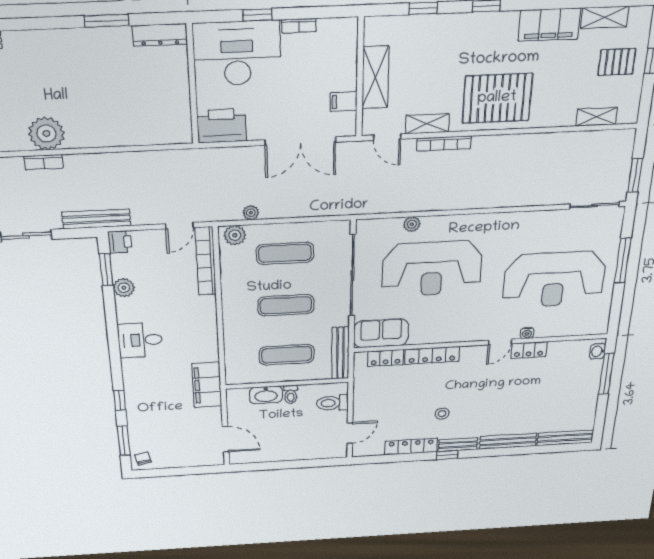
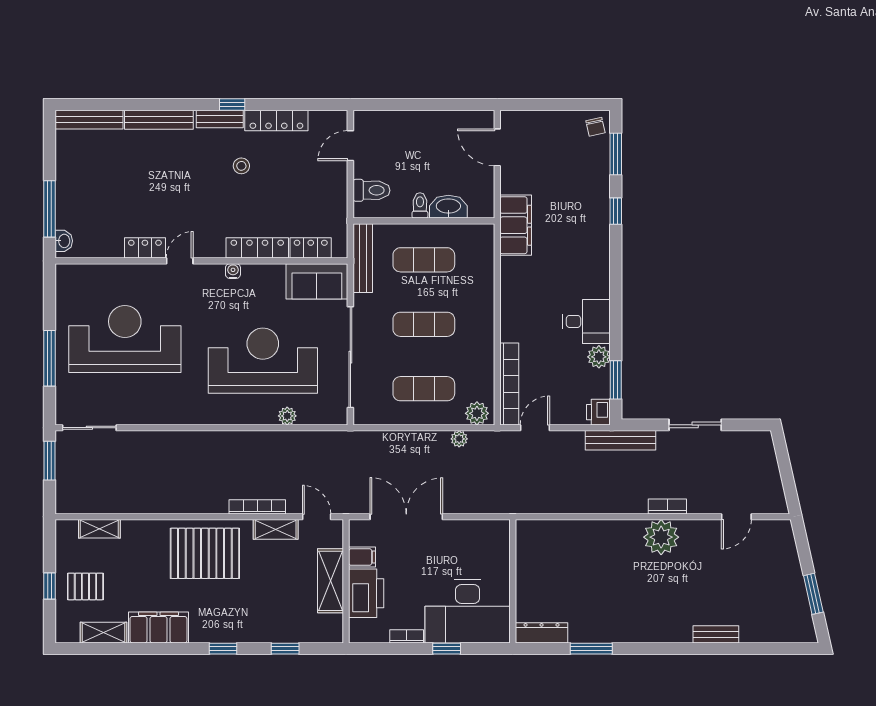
printer: (222, 126) -> (366, 593), moved, turned -90
water cooler: (527, 333) -> (233, 271), moved
desk: (140, 340) -> (586, 321), moved

